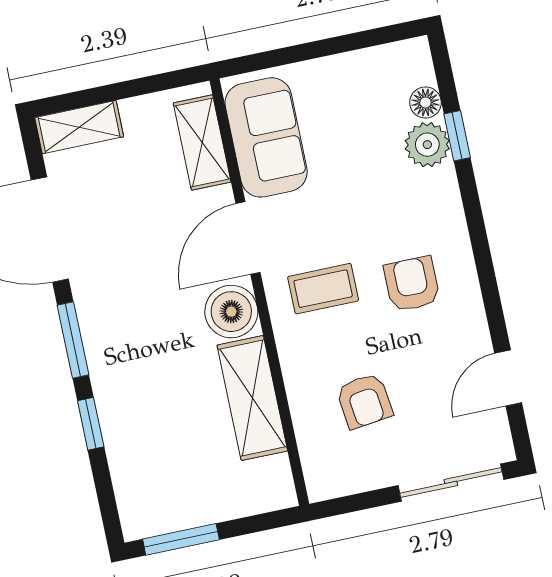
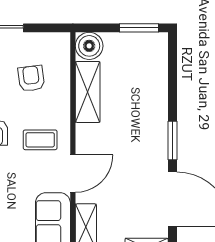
boiler: (231, 312) -> (89, 46), moved
window: (91, 424) -> (172, 96), removed

